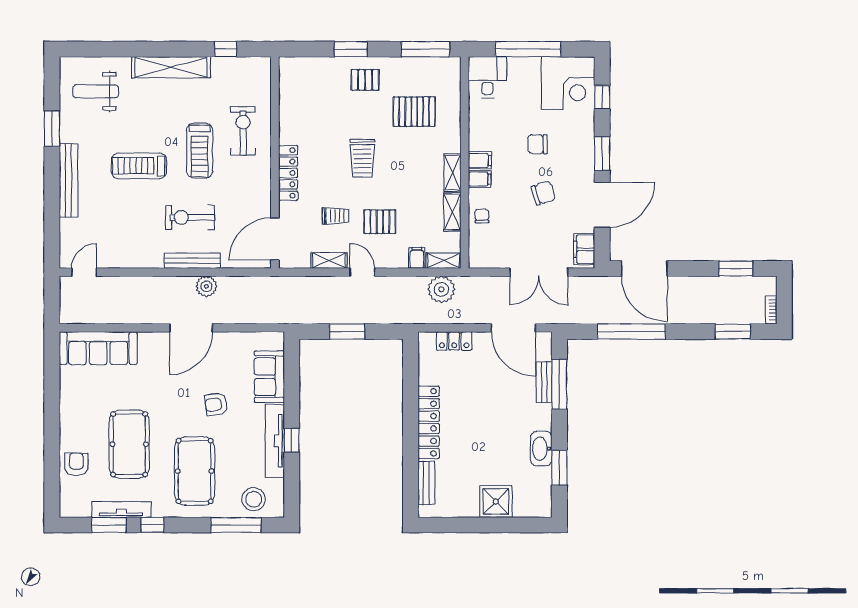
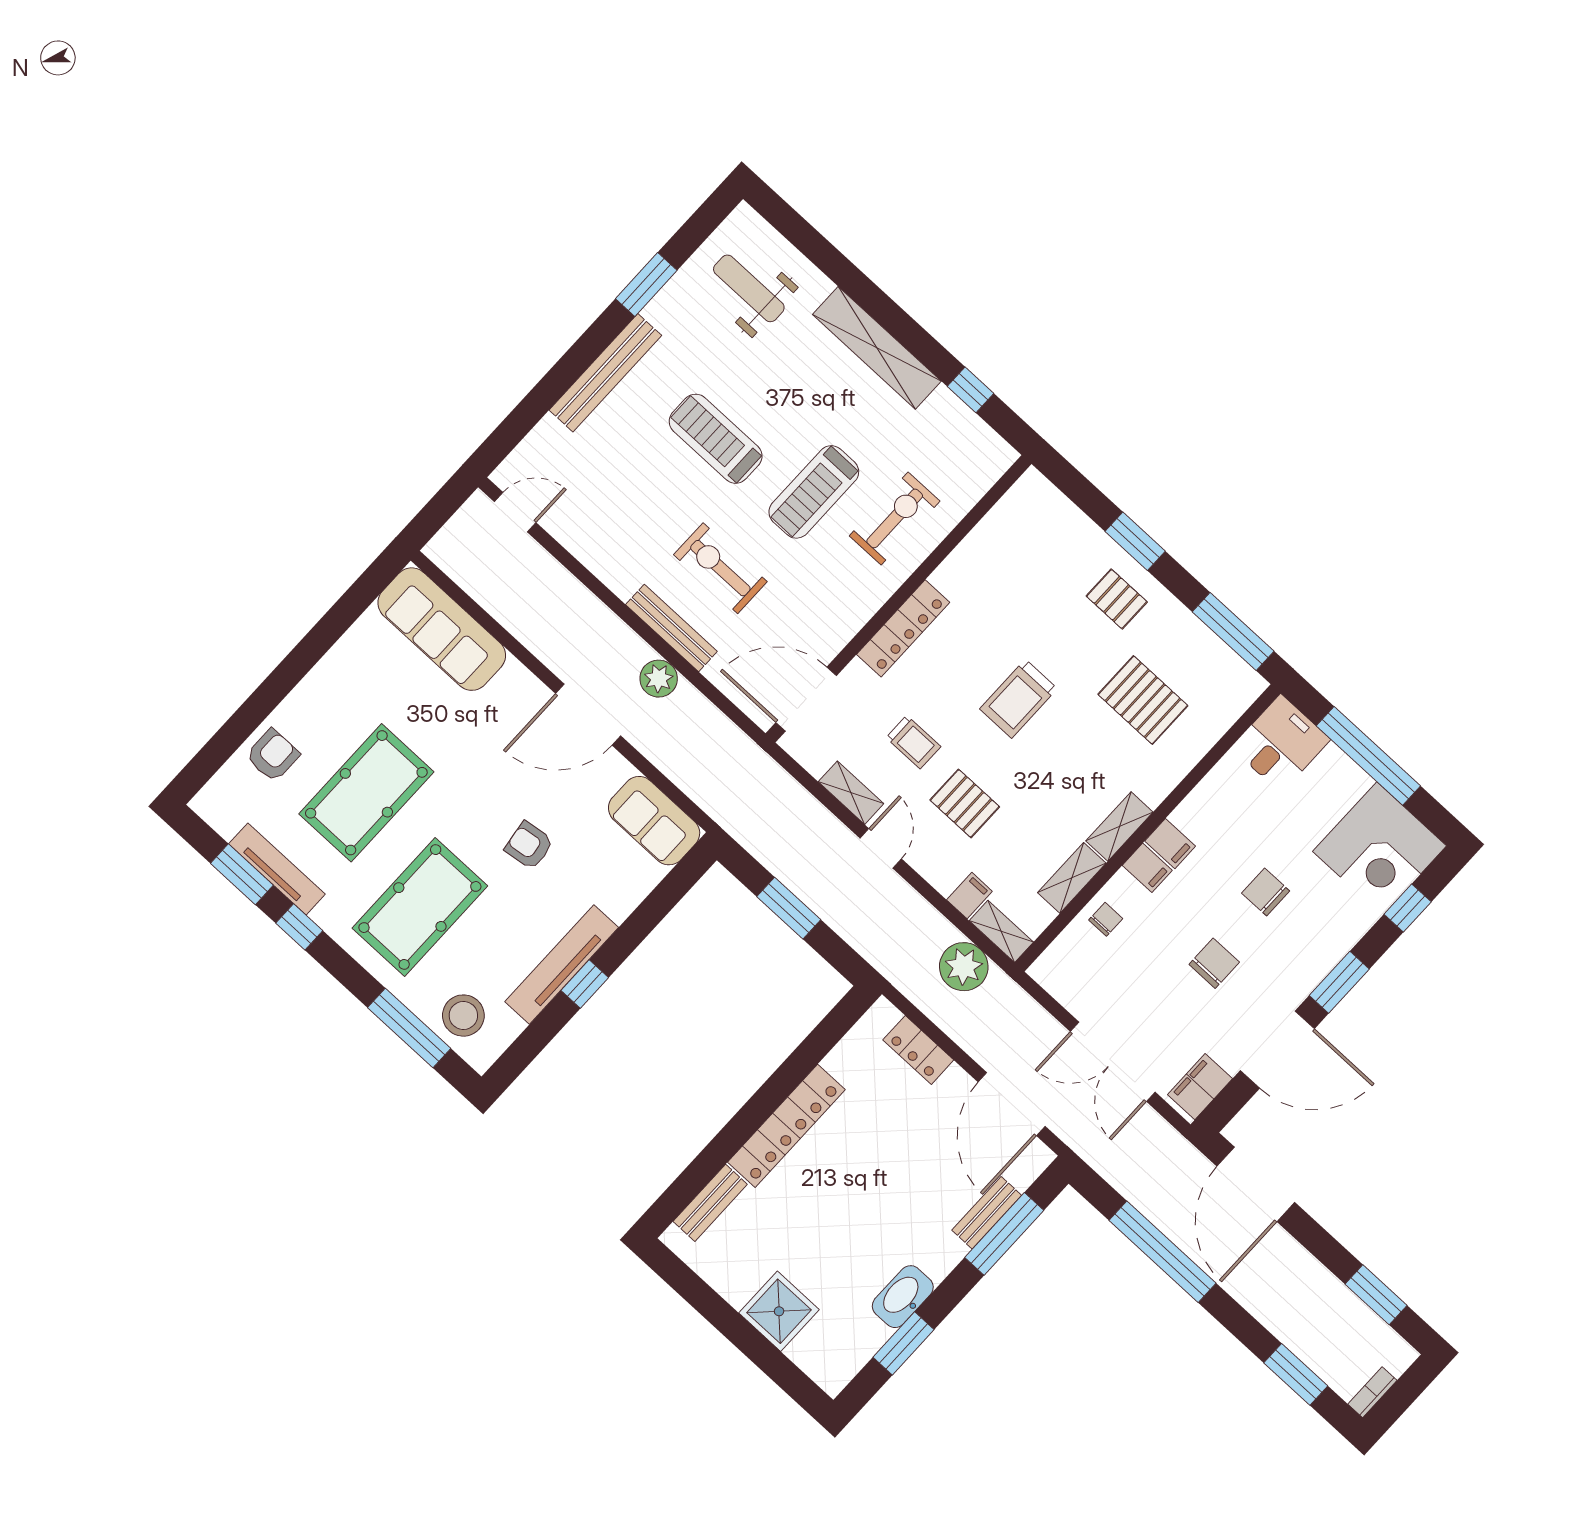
chair: (543, 193) -> (1214, 963), turned -73
sofa: (269, 377) -> (654, 821), moved, turned -90

